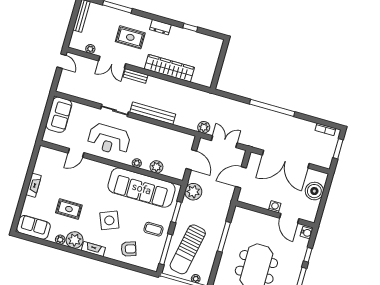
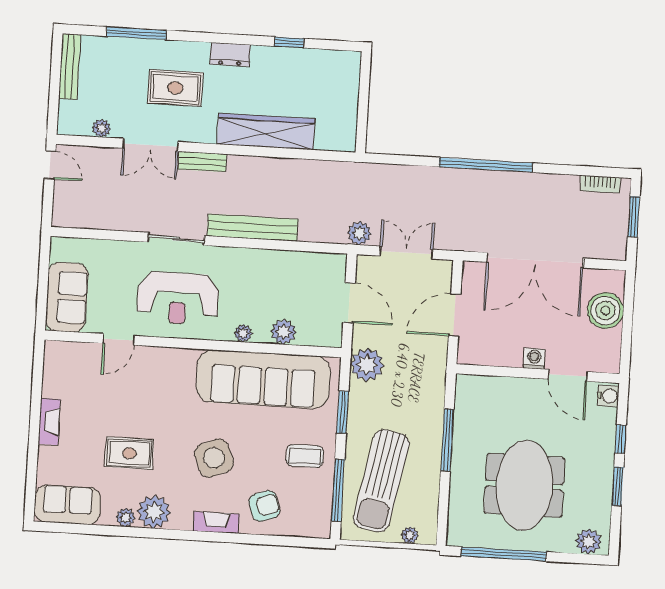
sofa: (59, 115) -> (67, 297), moved
fireplace: (93, 249) -> (216, 523), moved

